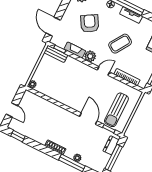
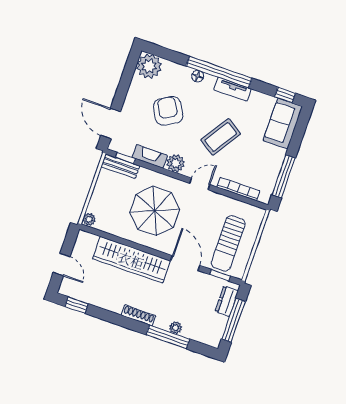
parasol: (74, 84) -> (155, 211), added
wardrobe: (55, 112) -> (131, 260), added

